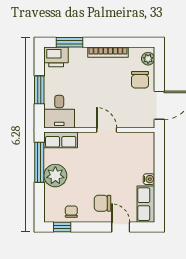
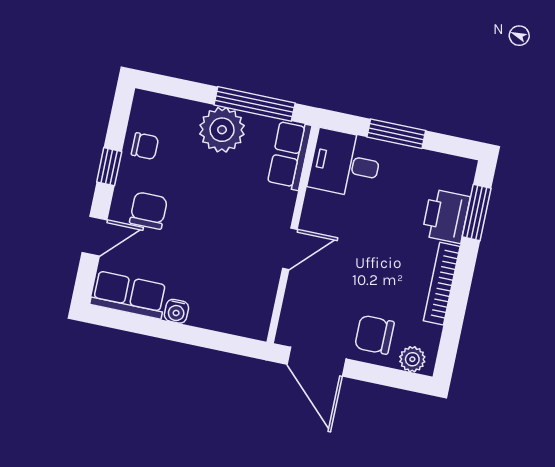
printer: (56, 57) -> (446, 216), moved
window: (62, 227) -> (109, 167), moved

